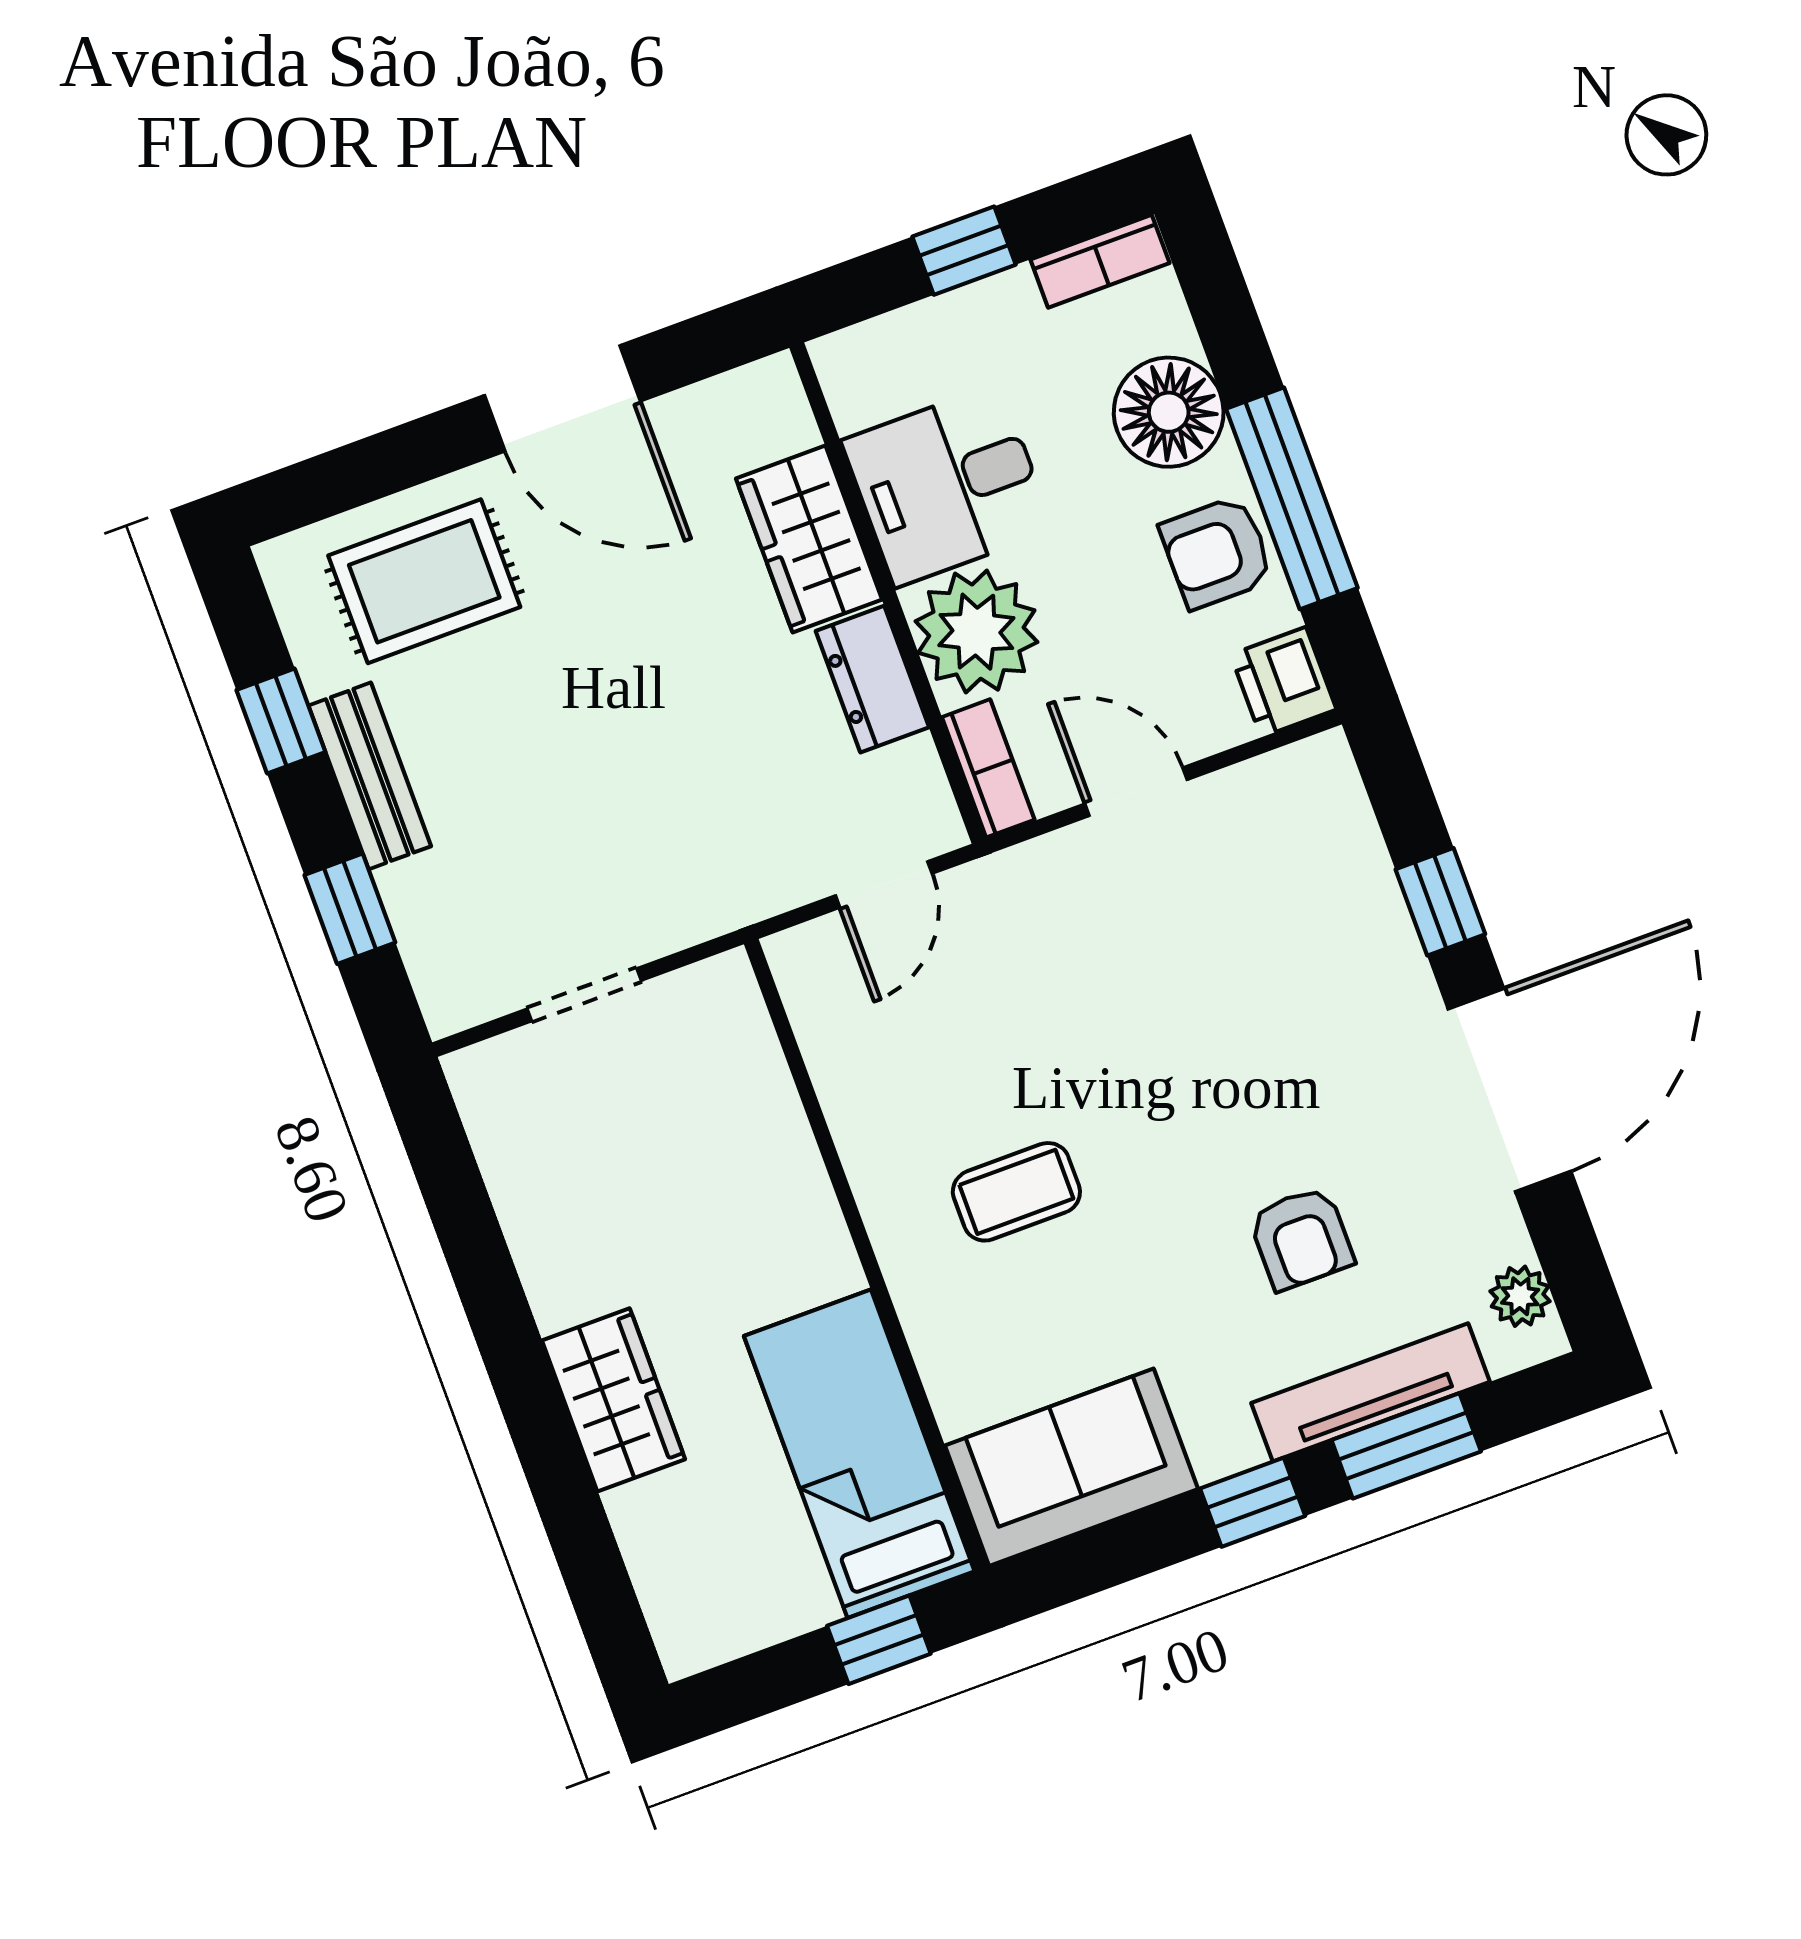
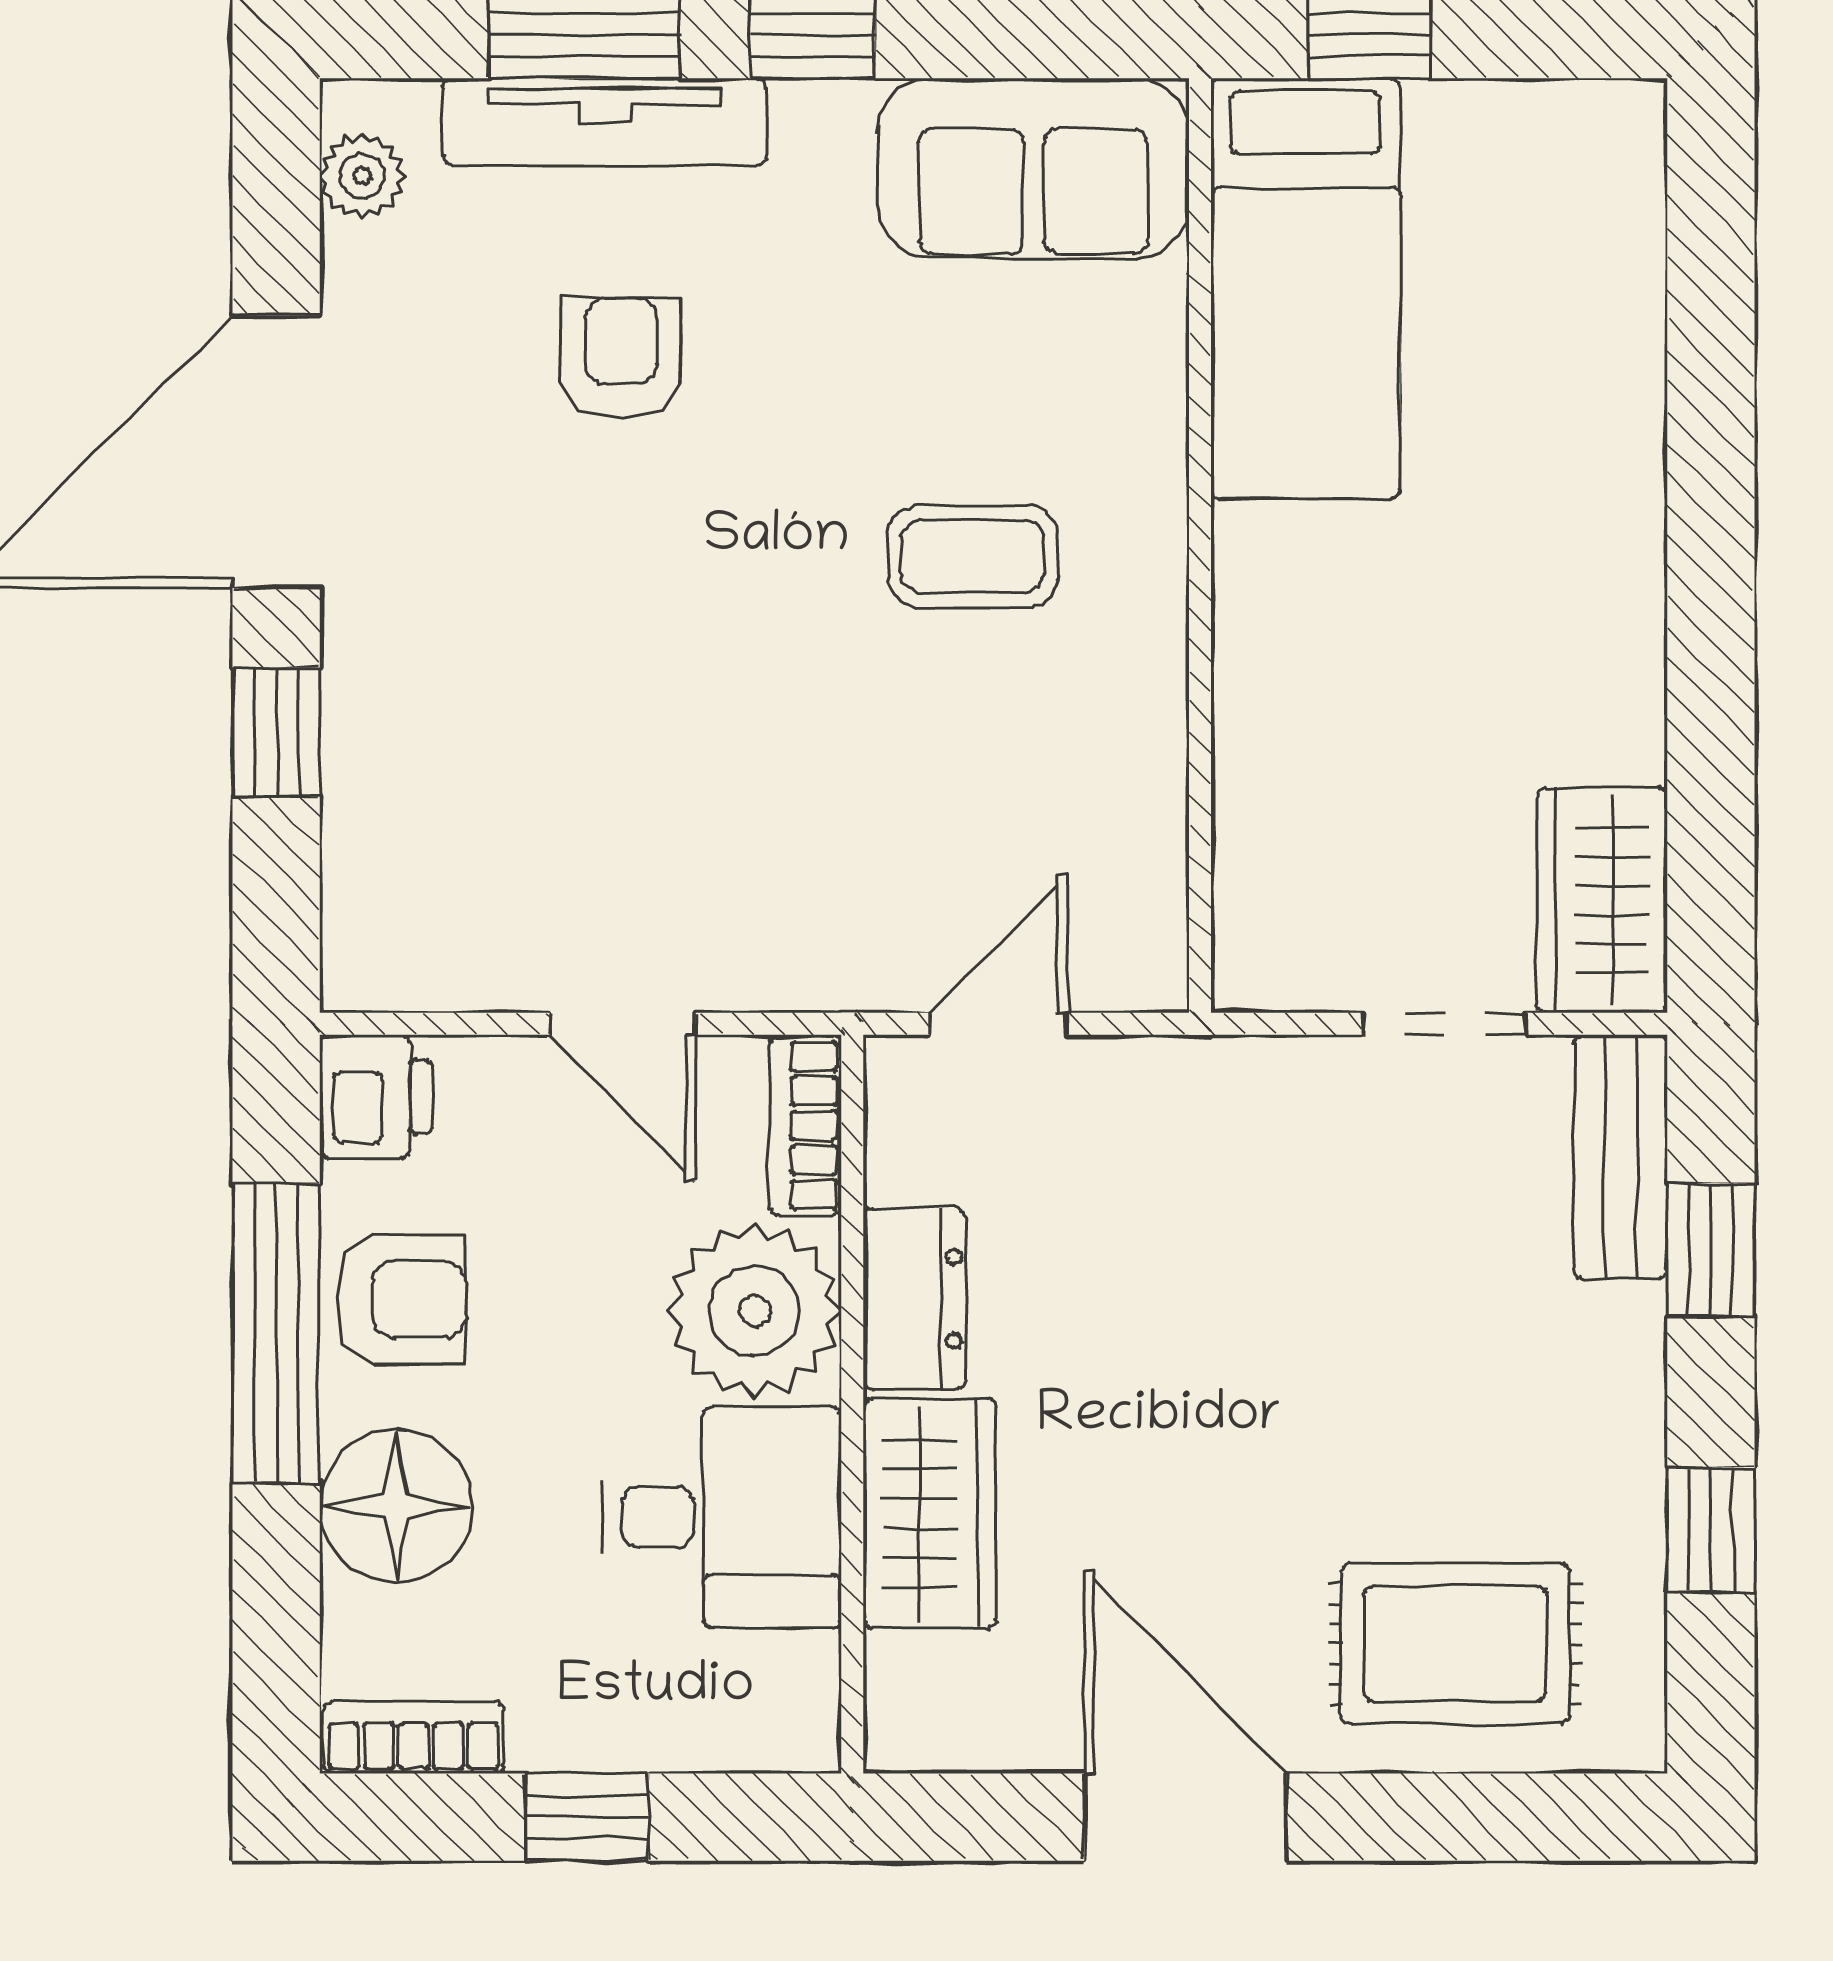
bench: (370, 776) -> (1621, 1157), moved
wardrobe: (614, 1400) -> (1602, 900), moved

